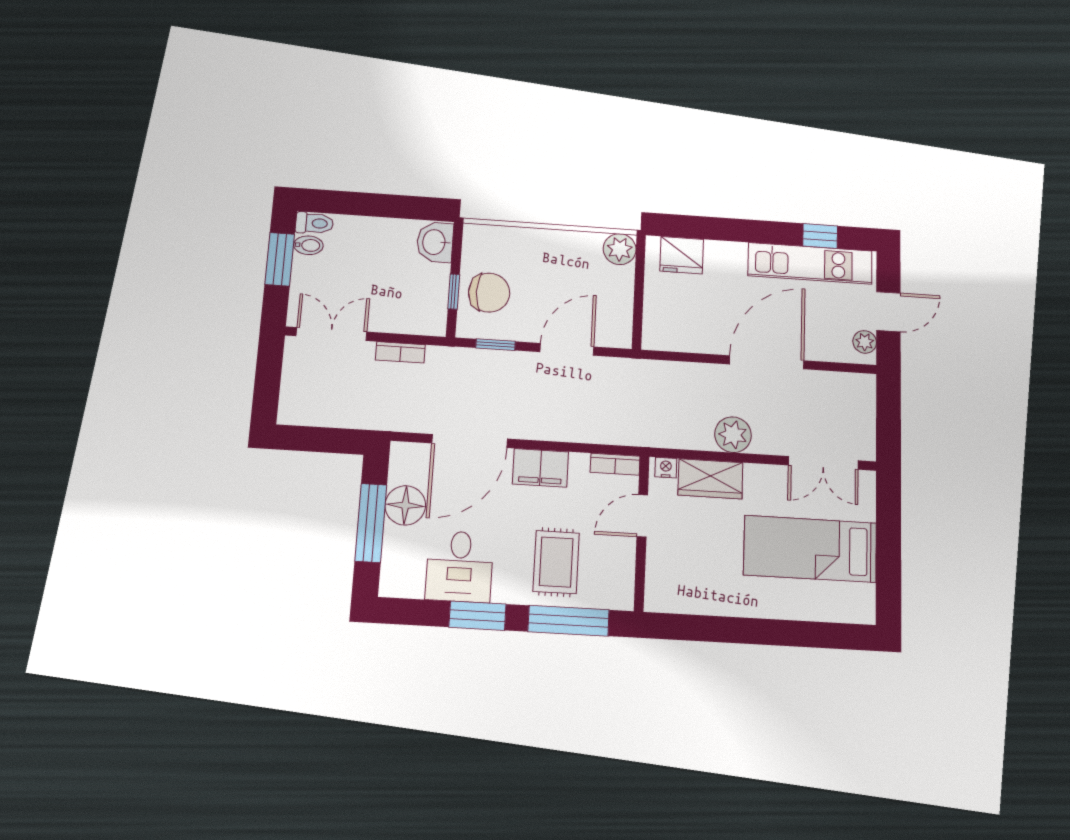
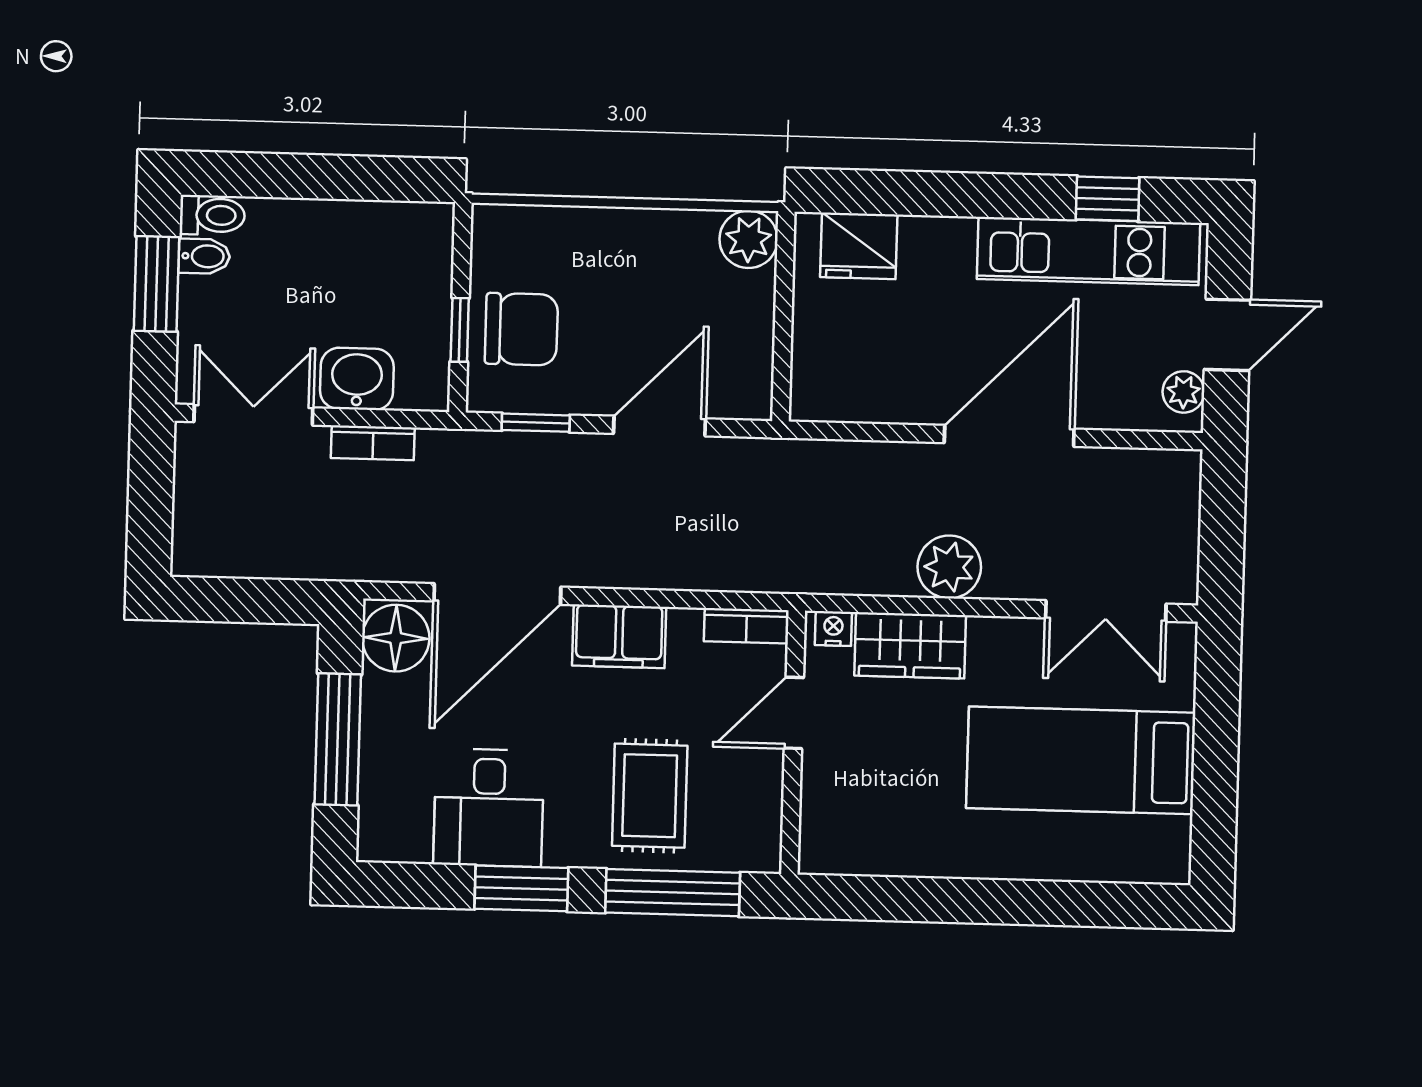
washbasin: (435, 242) -> (357, 379), moved, turned 90
floor lamp: (405, 505) -> (396, 638), moved

